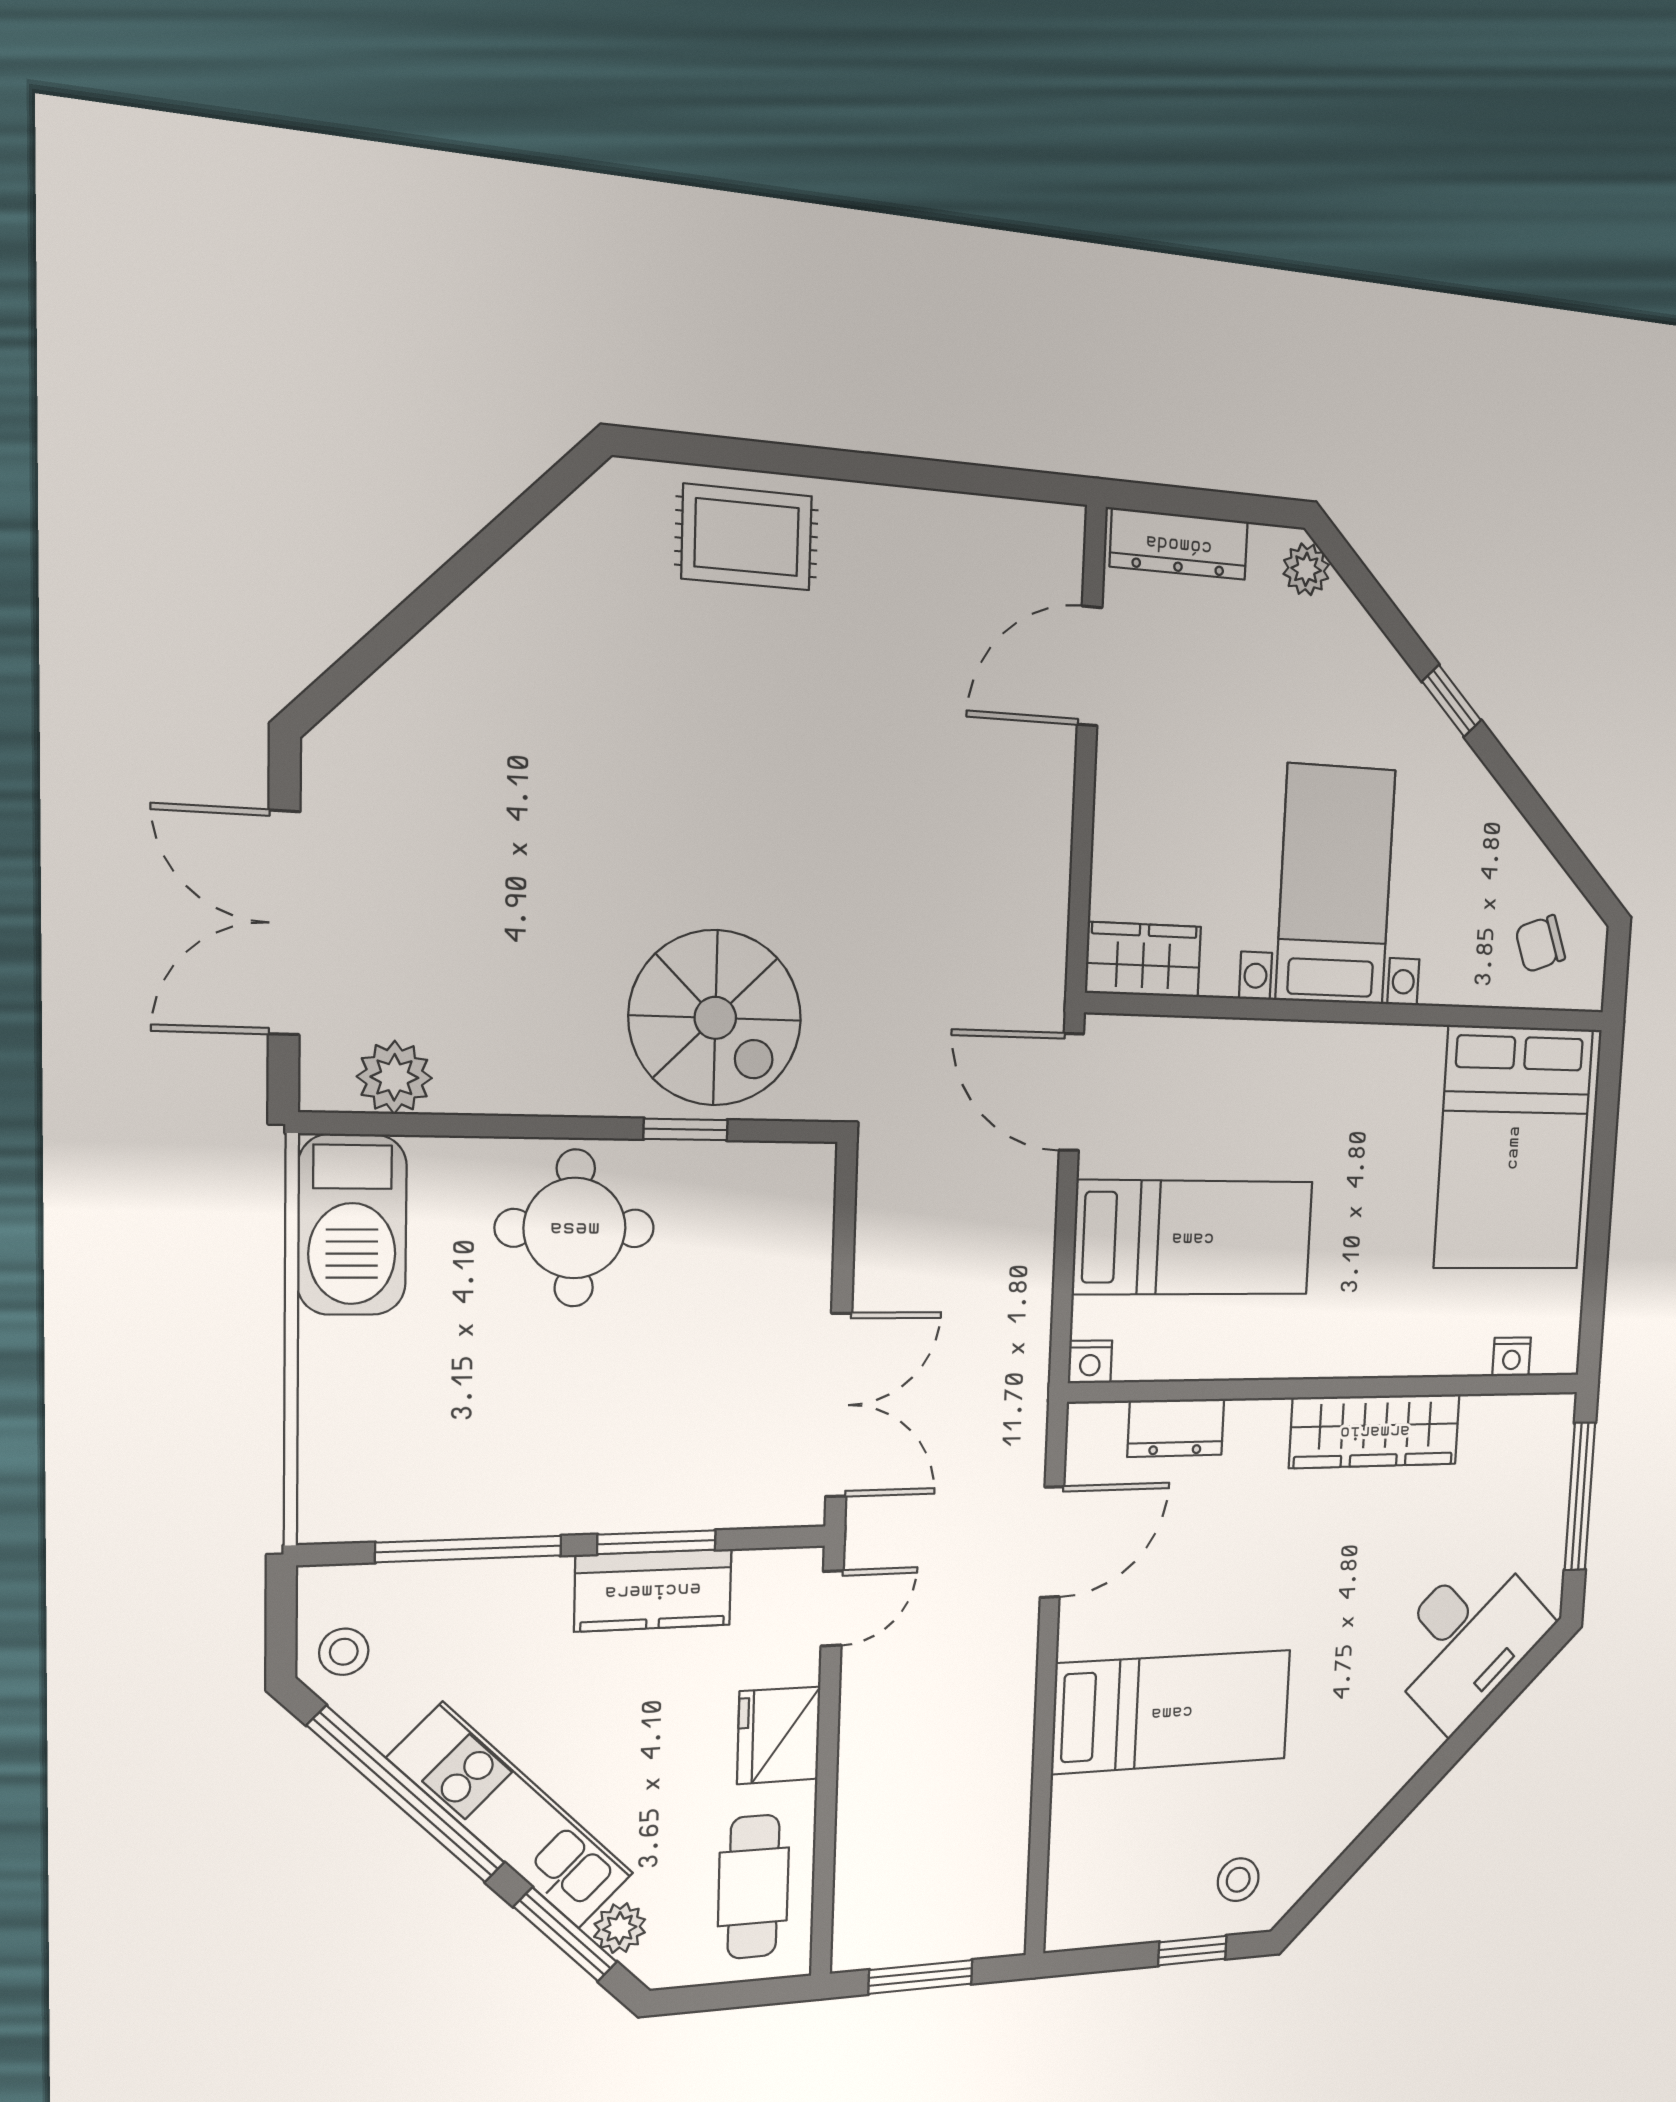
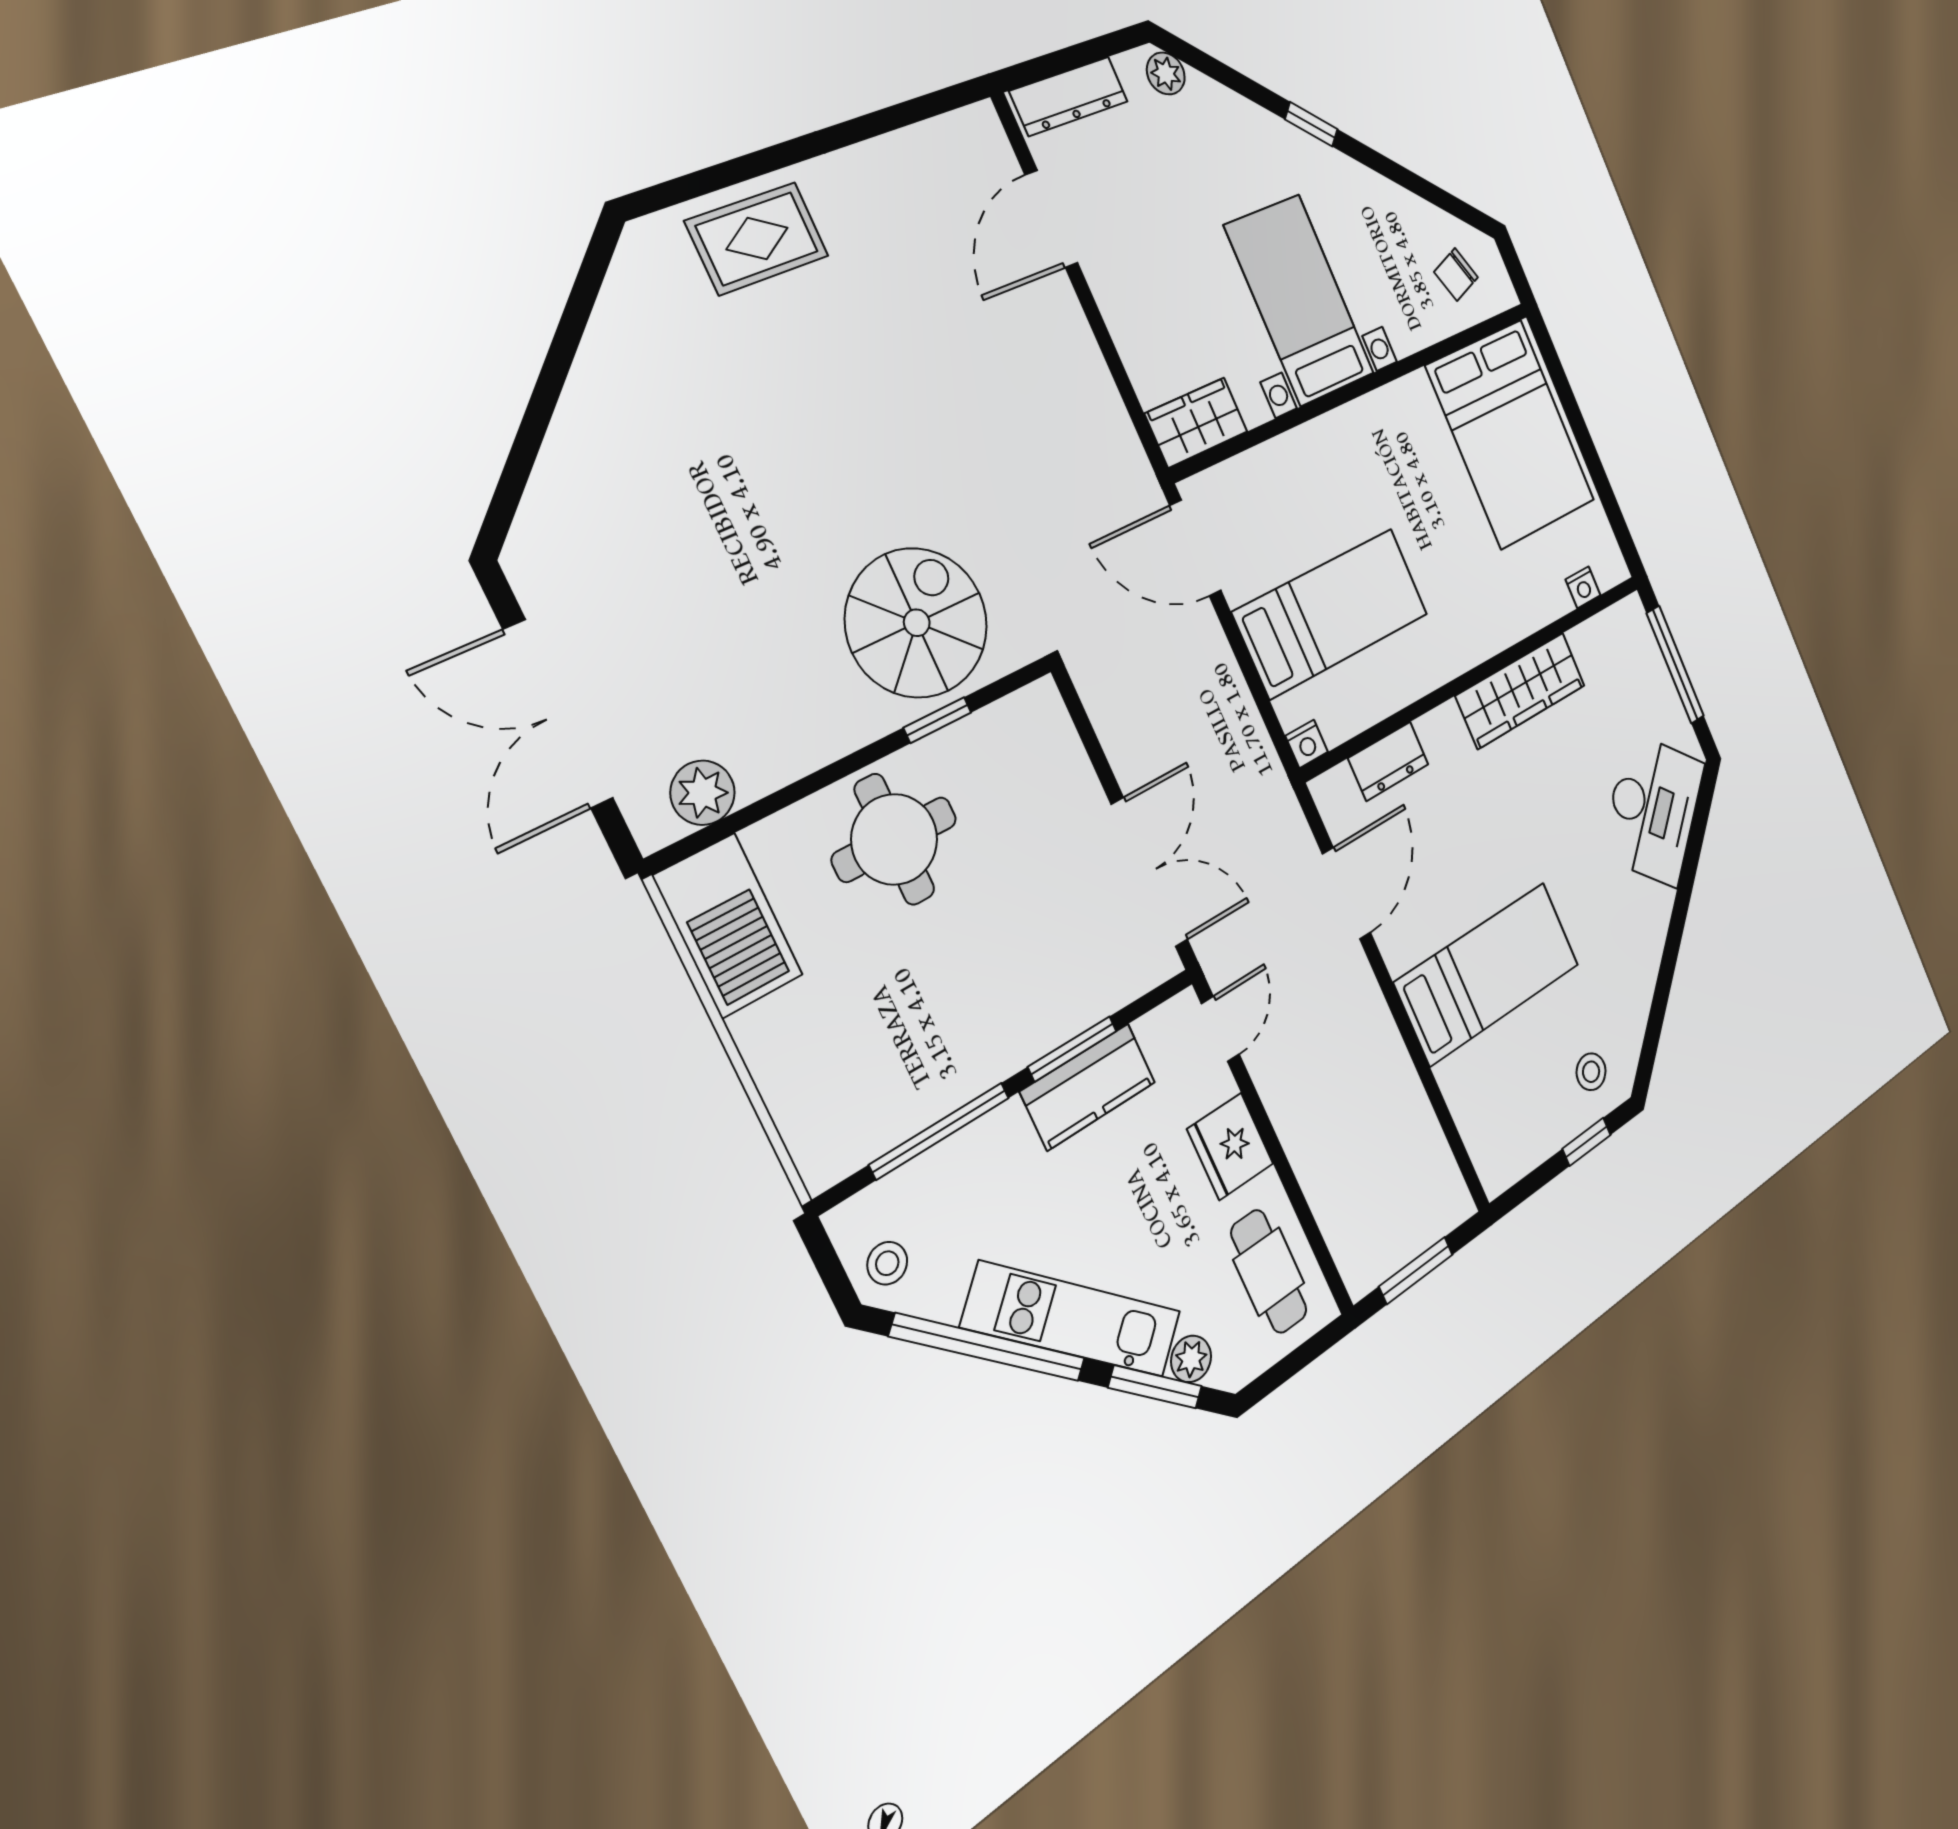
spiral stairs: (715, 1018) -> (917, 623), turned -90

